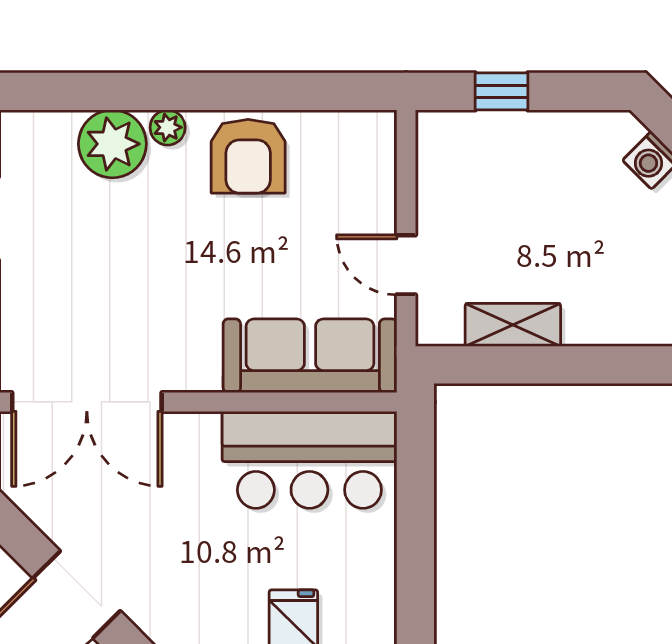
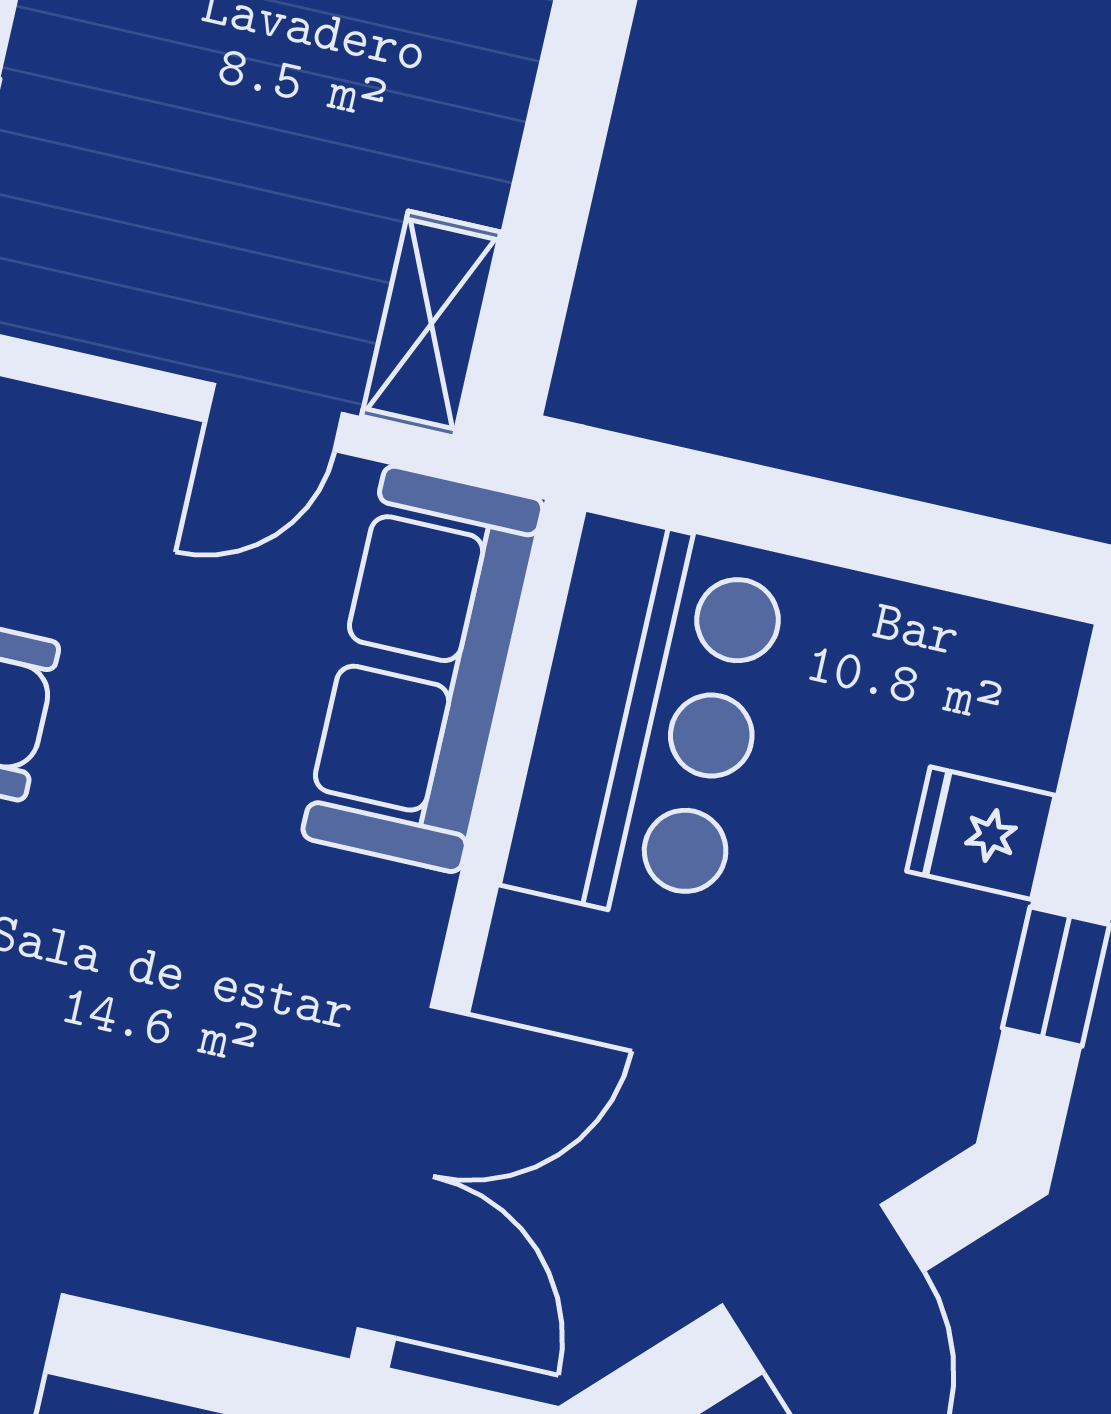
shelving: (513, 325) -> (431, 324), moved

